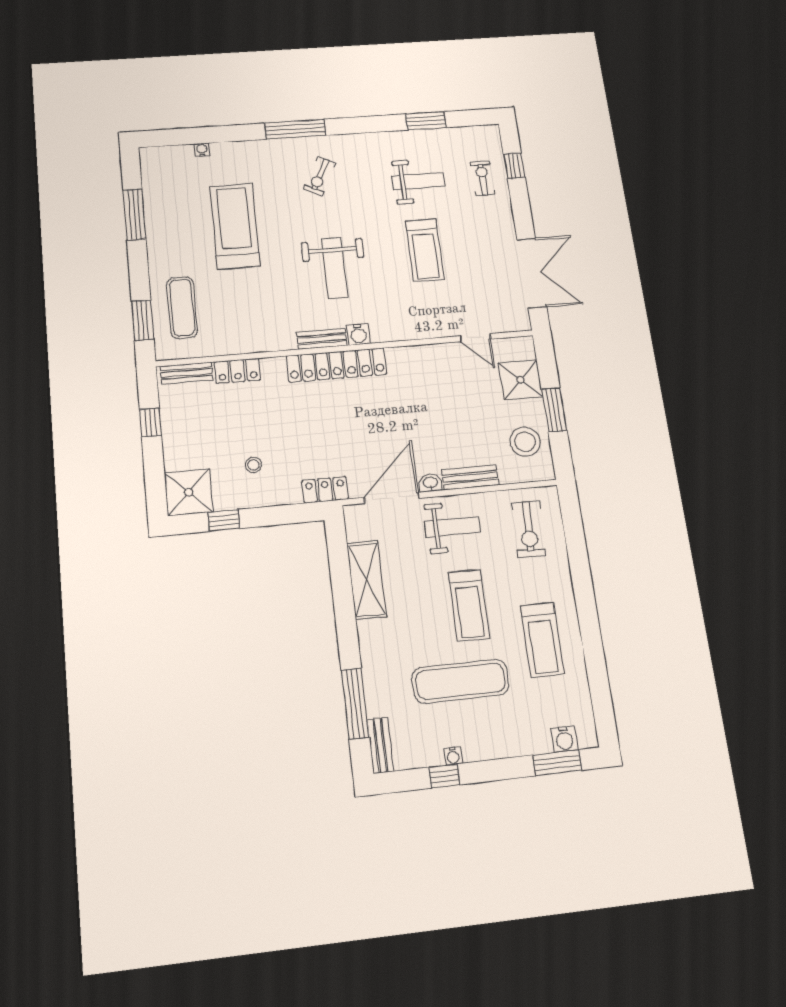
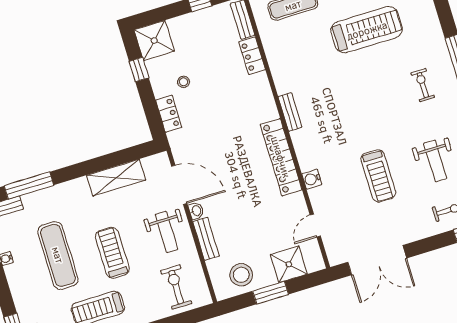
exercise bike: (320, 176) -> (423, 85), turned 63
treadmill: (425, 250) -> (378, 176), turned -90
weight bench: (335, 268) -> (349, 111), removed
water cooler: (358, 334) -> (312, 179), moved
locker: (337, 365) -> (281, 157), moved
locker: (325, 490) -> (169, 114), moved
exercise bike: (529, 529) -> (176, 287), turned 87
treadmill: (469, 605) -> (112, 253), turned 90

